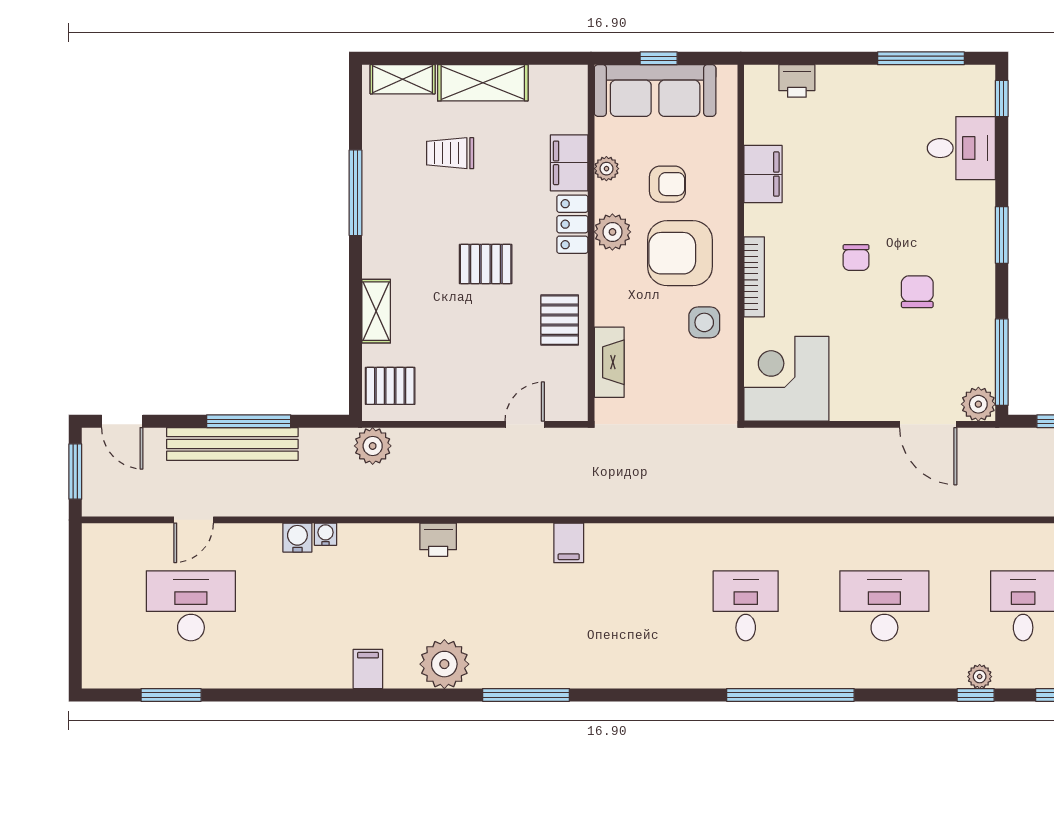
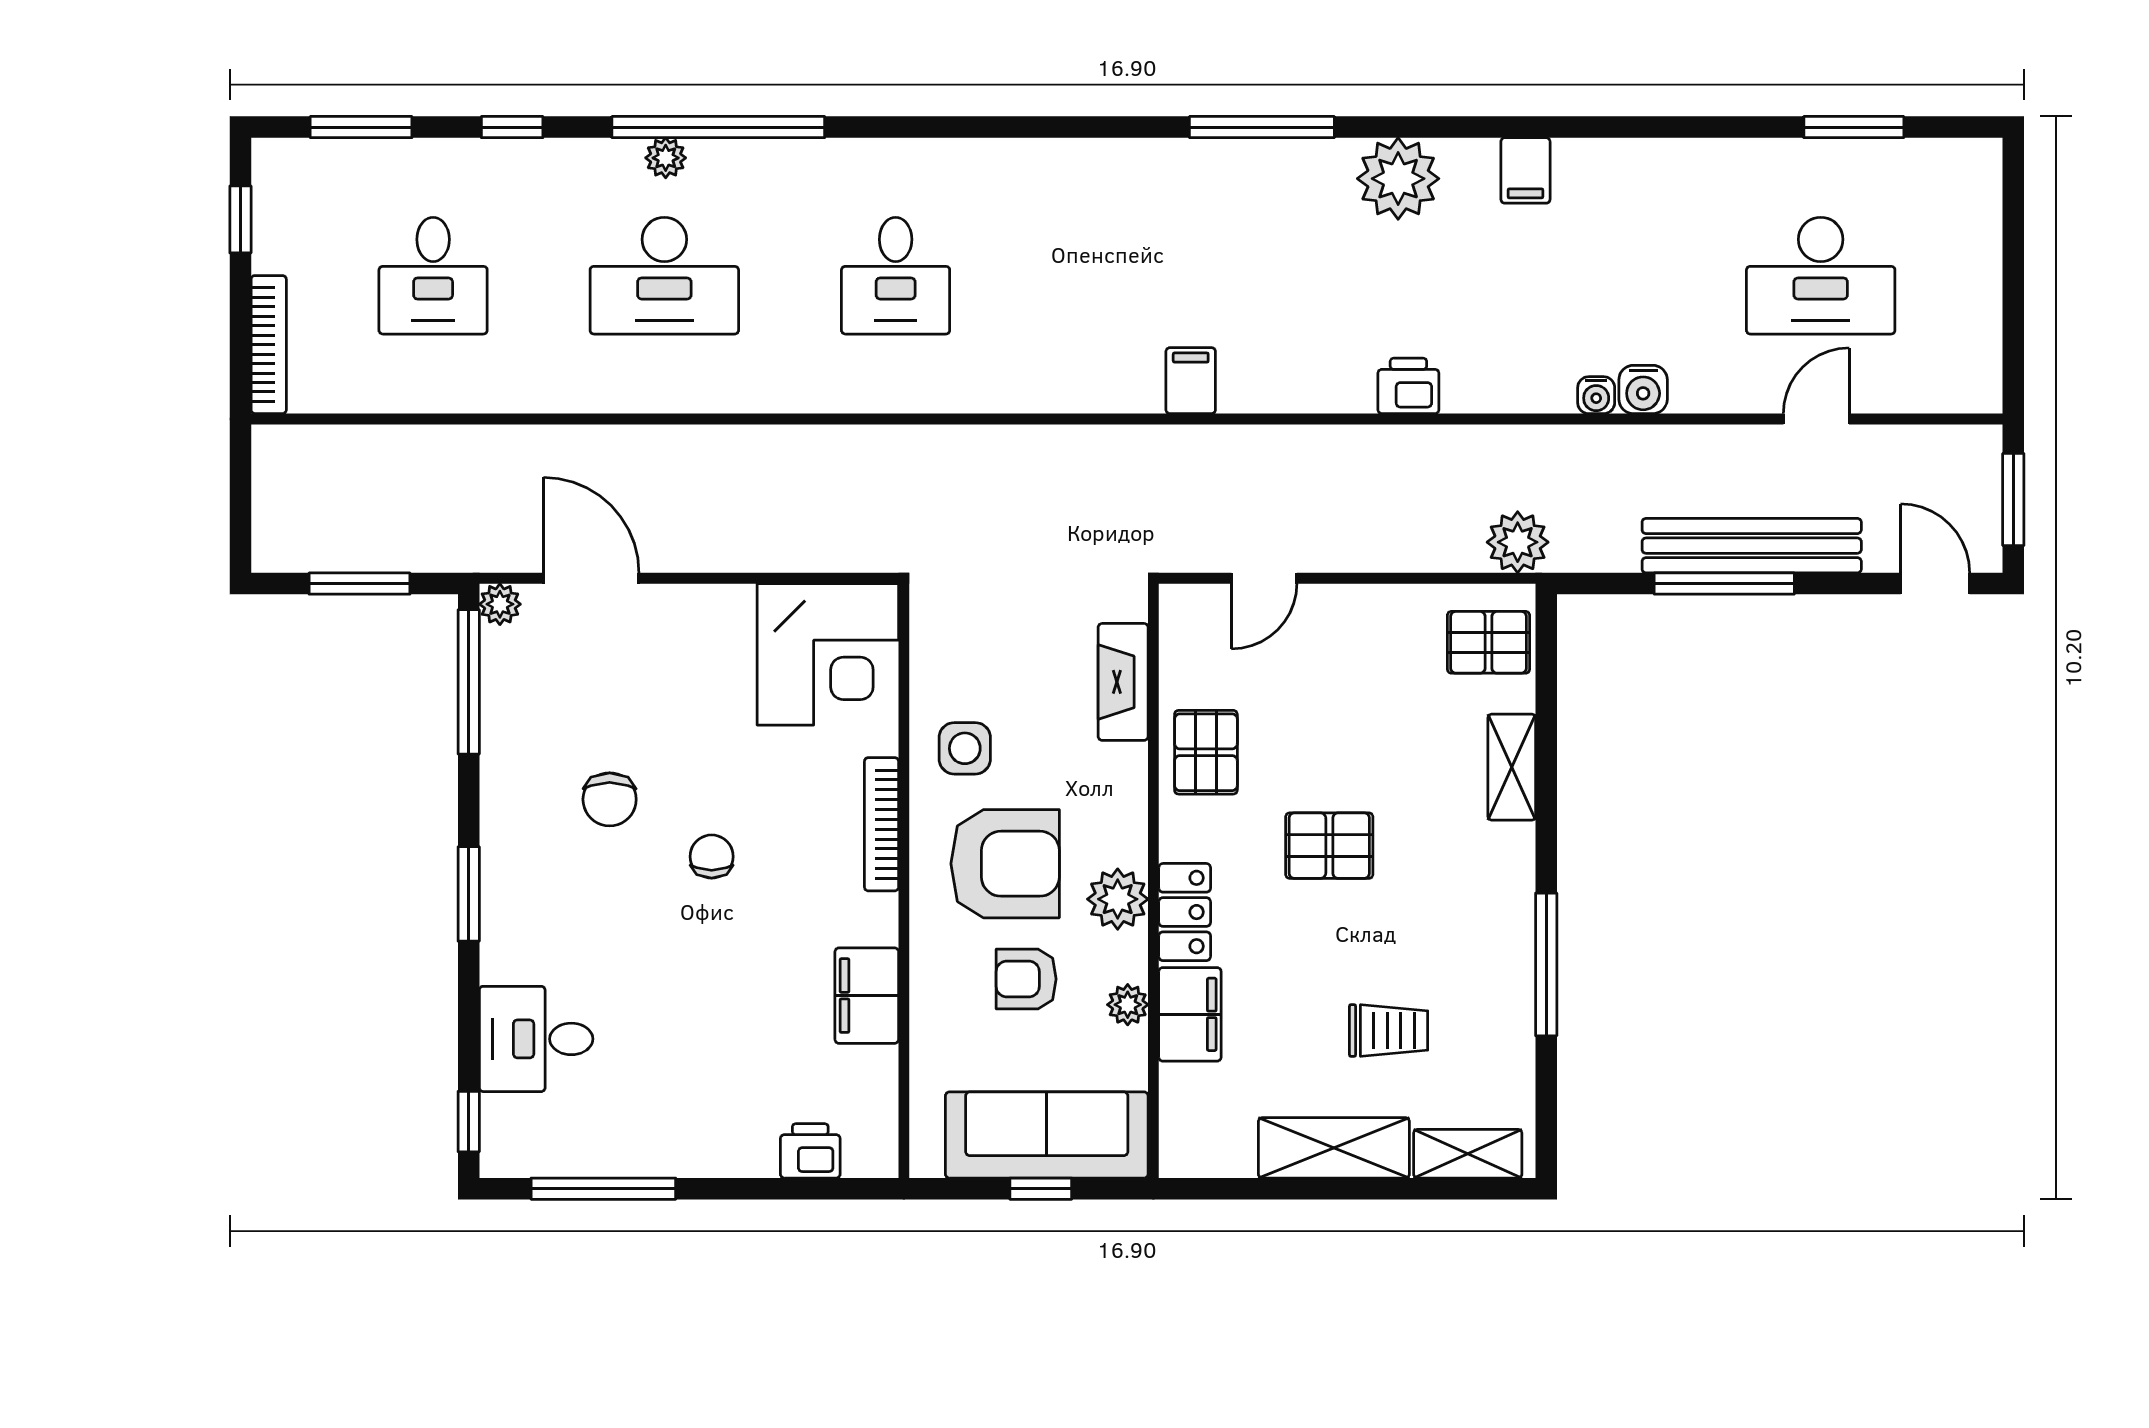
plant: (978, 404) -> (500, 604), width x0.73, depth x0.73
plant: (980, 677) -> (666, 158), moved
window: (790, 695) -> (718, 127), moved

